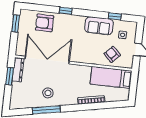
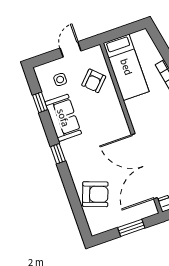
window: (66, 11) -> (58, 154), moved
window: (16, 23) -> (131, 228), moved
armchair: (45, 23) -> (95, 194), turned -70

